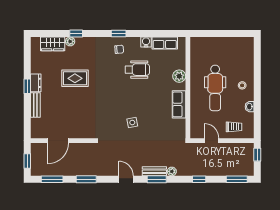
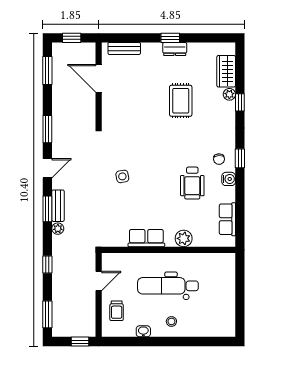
water cooler: (146, 42) -> (229, 179), moved
bench: (35, 105) -> (124, 48), moved
window: (86, 179) -> (47, 129), moved

